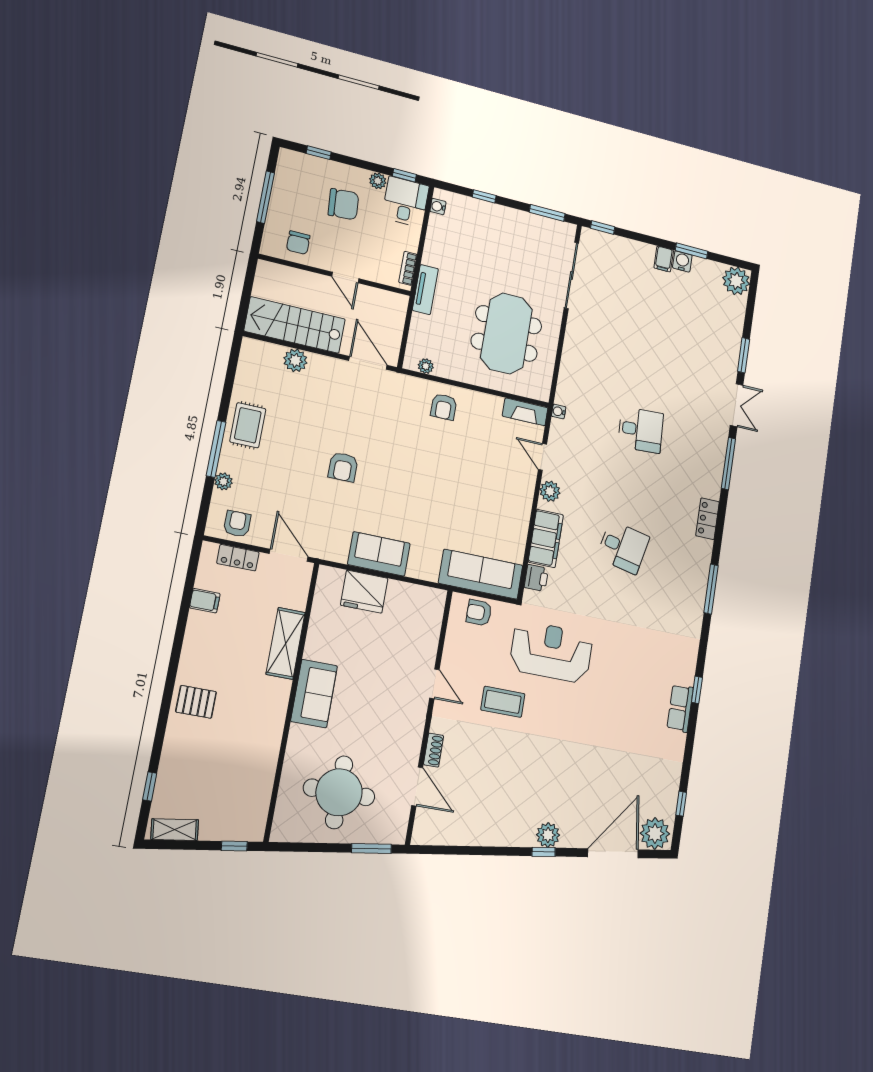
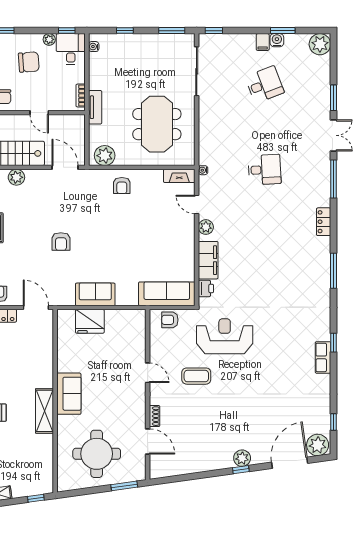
plant: (426, 366) -> (105, 156), width x1.88, depth x1.88
desk: (623, 547) -> (265, 85), moved, turned -33
shelving: (286, 643) -> (45, 411), moved

